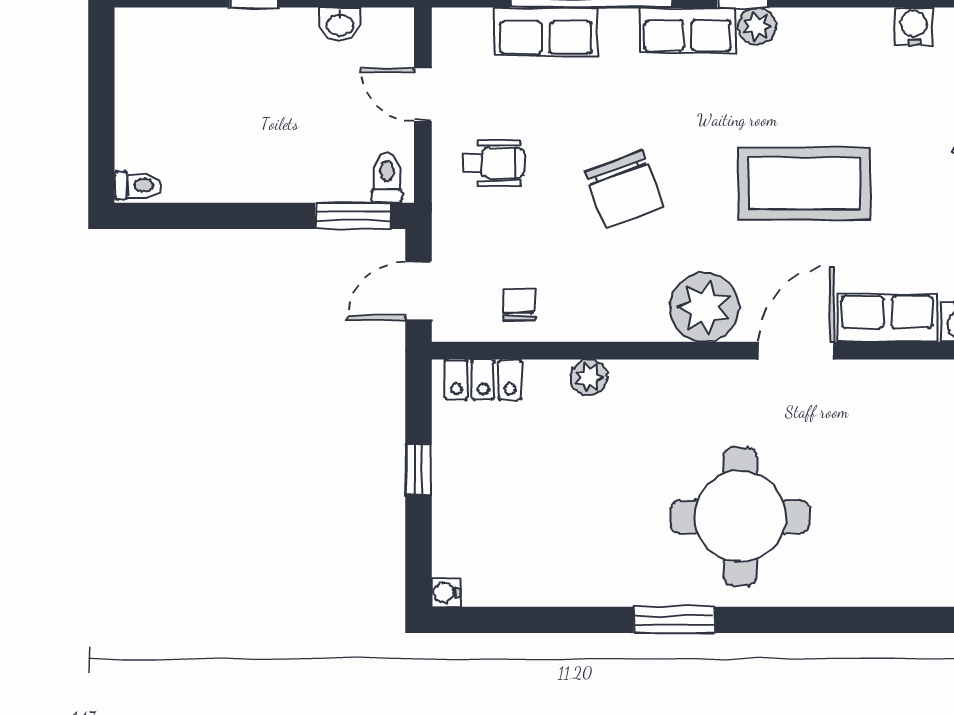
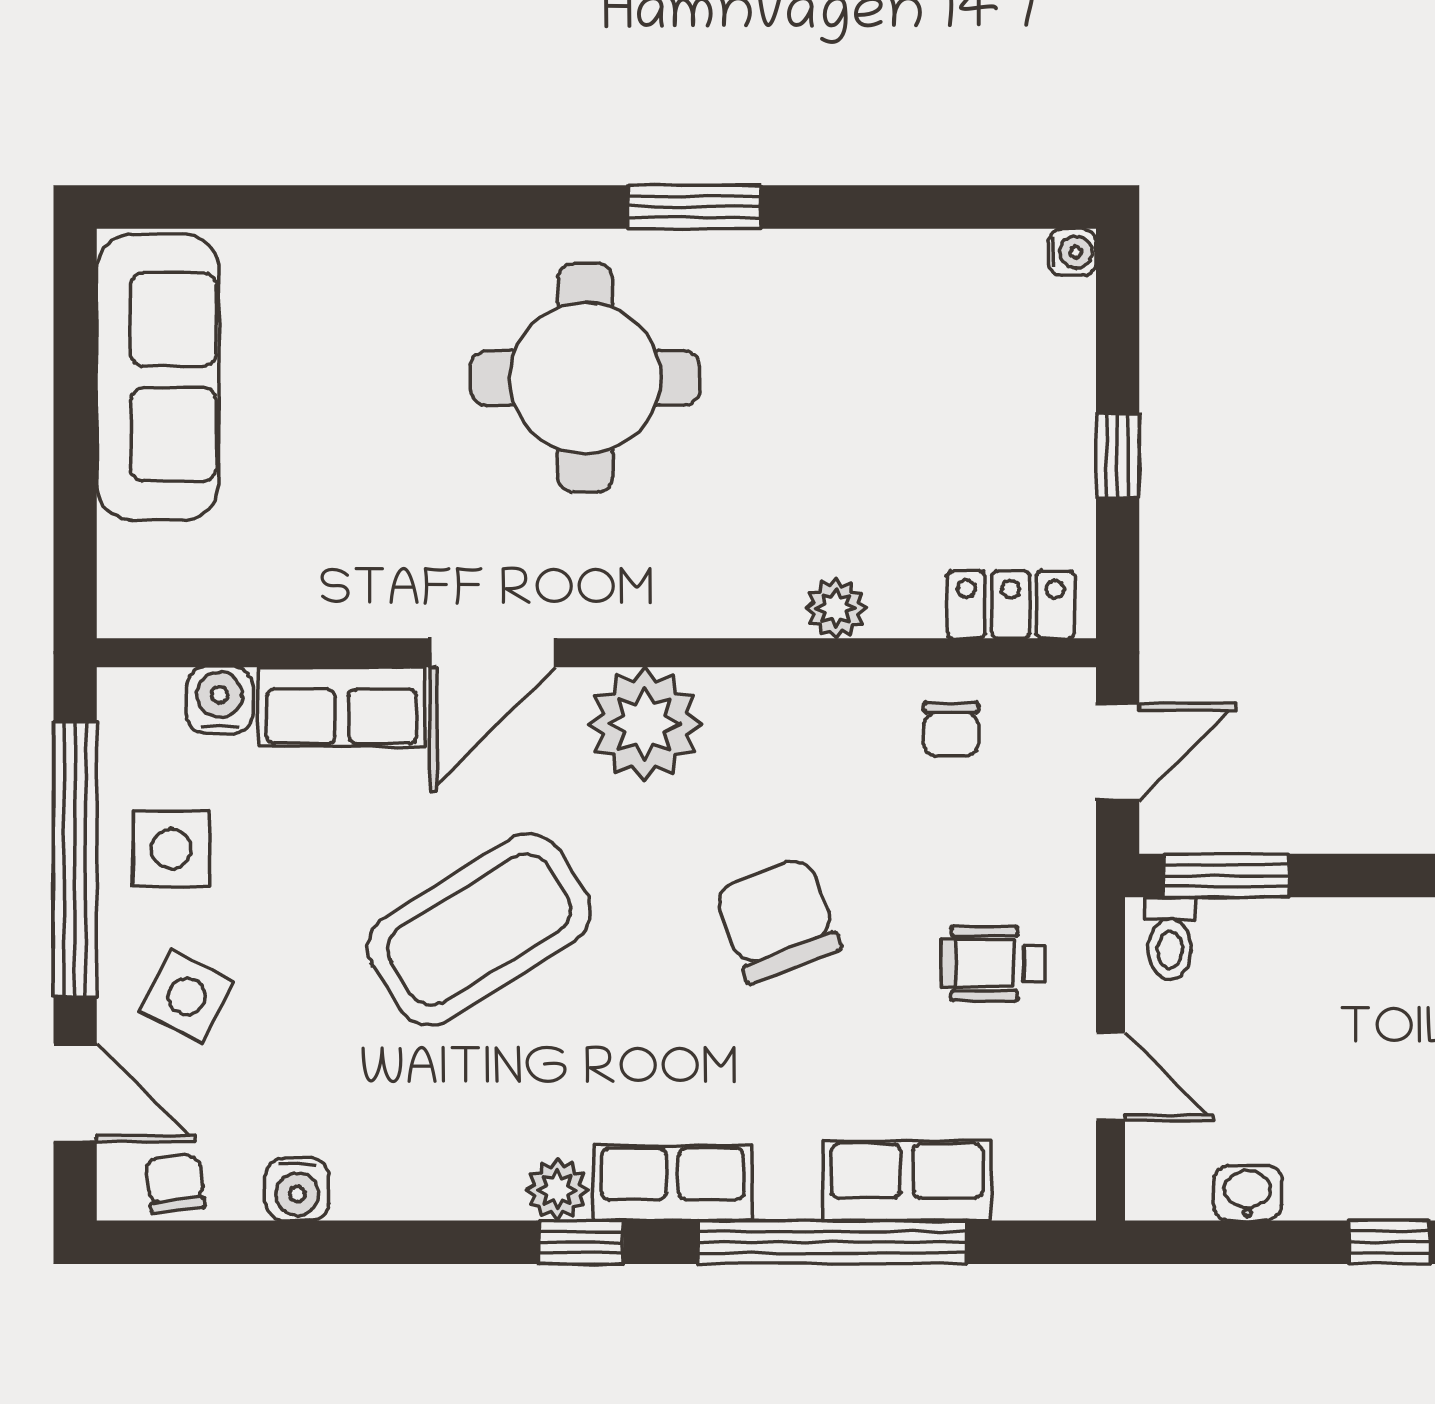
coffee table: (804, 183) -> (479, 929), turned -32

